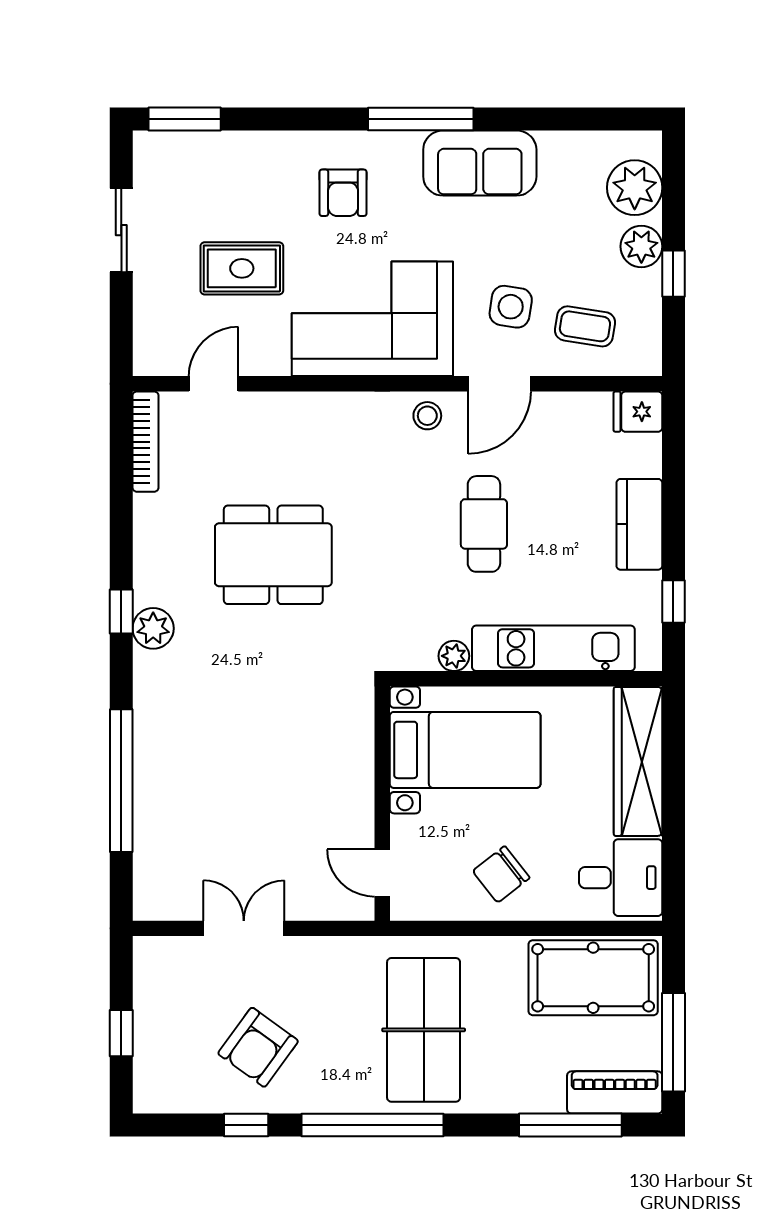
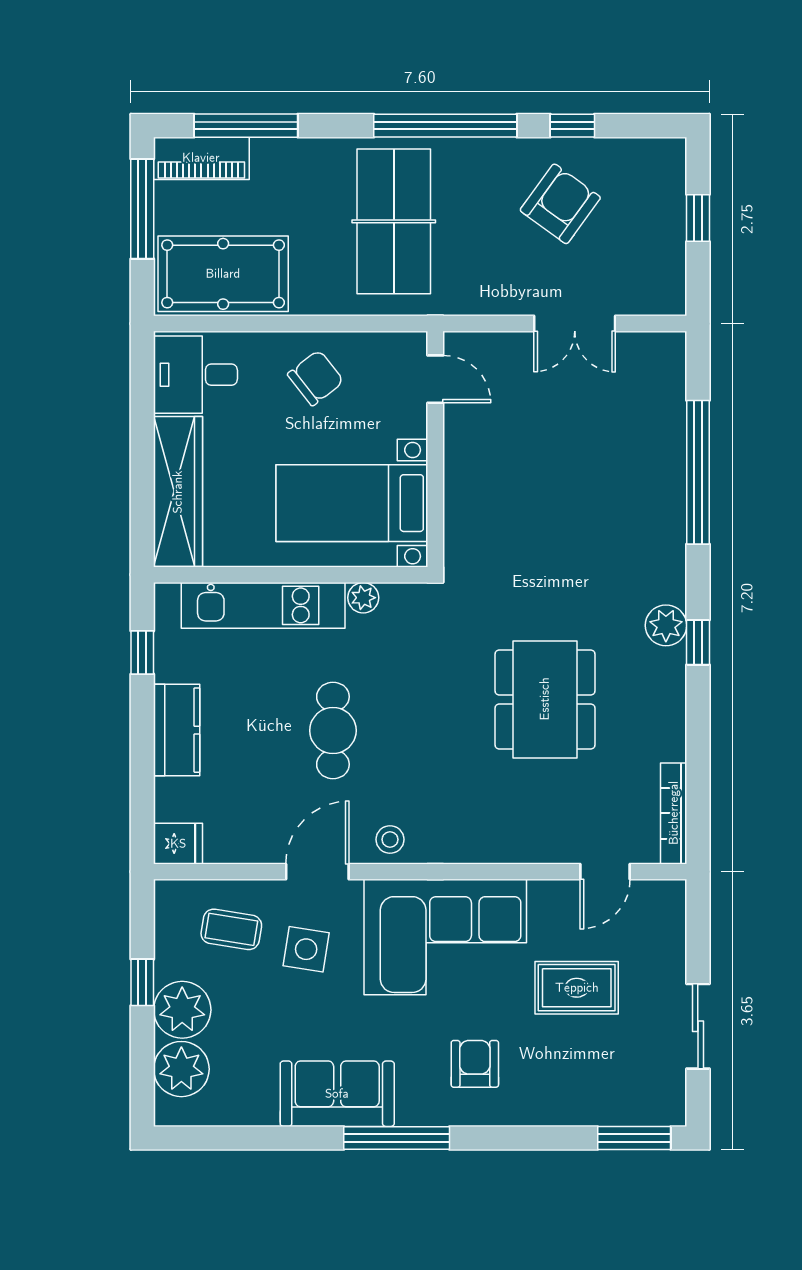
plant: (641, 246) -> (182, 1010), width x1.36, depth x1.36
dining table: (273, 555) -> (545, 699), turned 90

